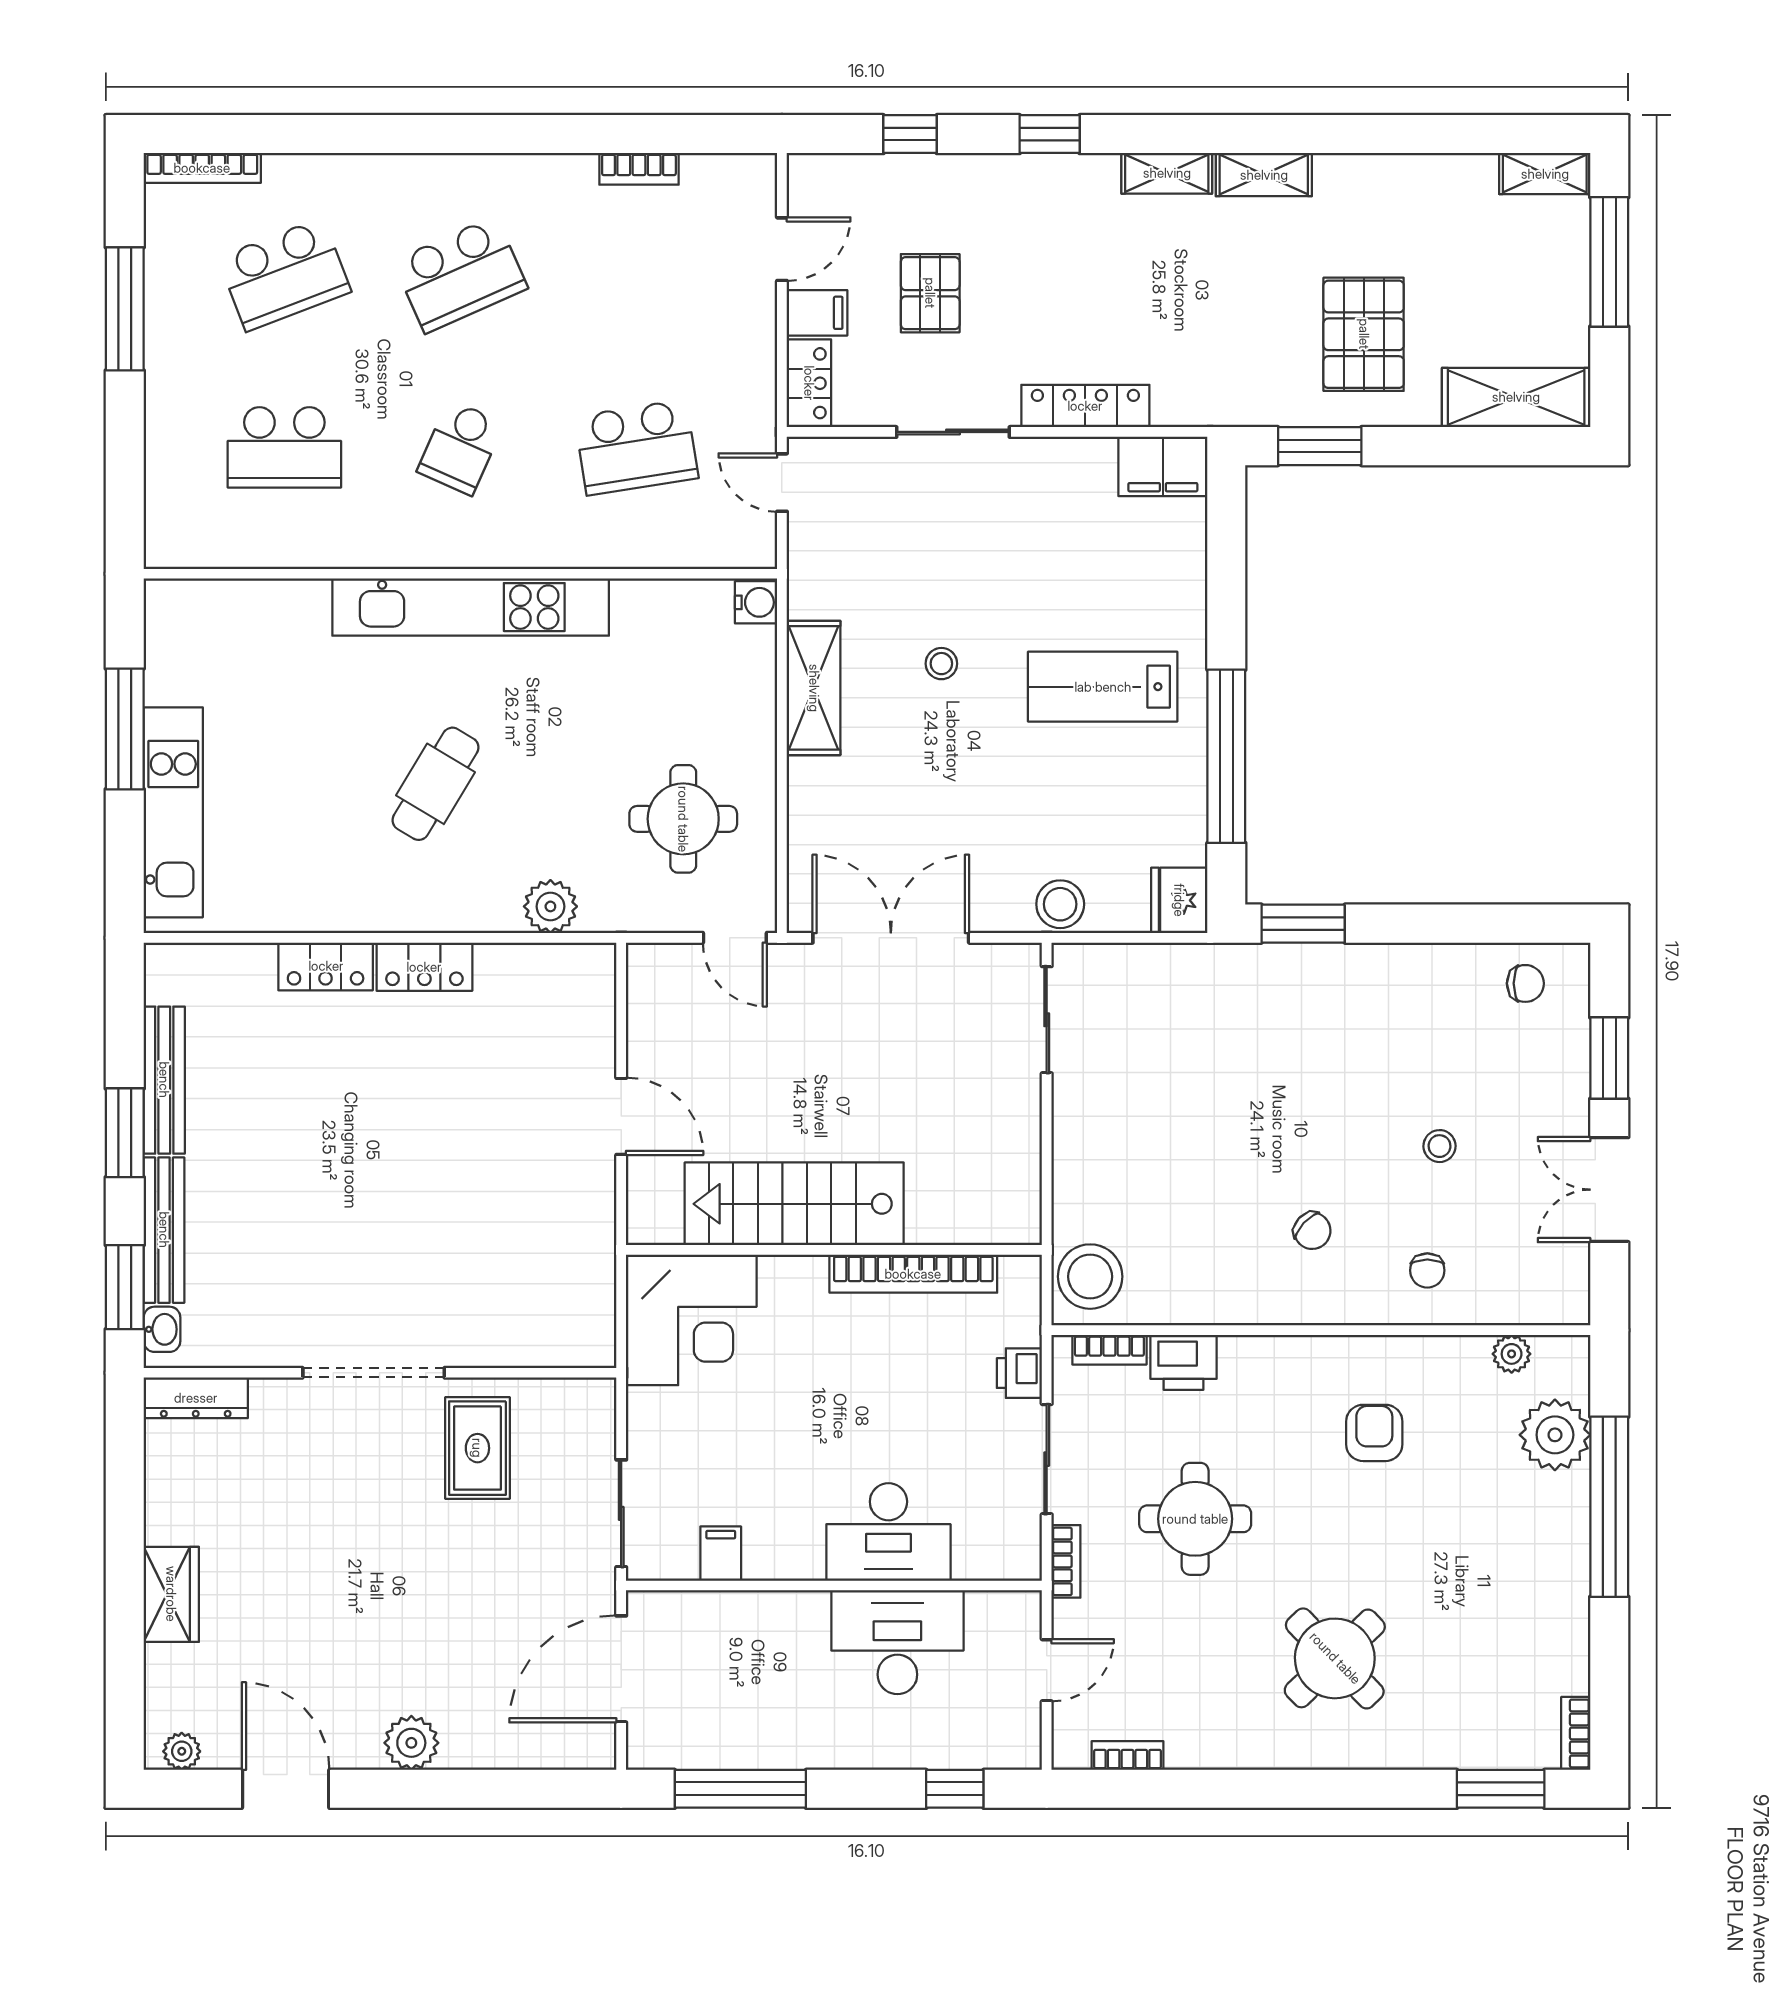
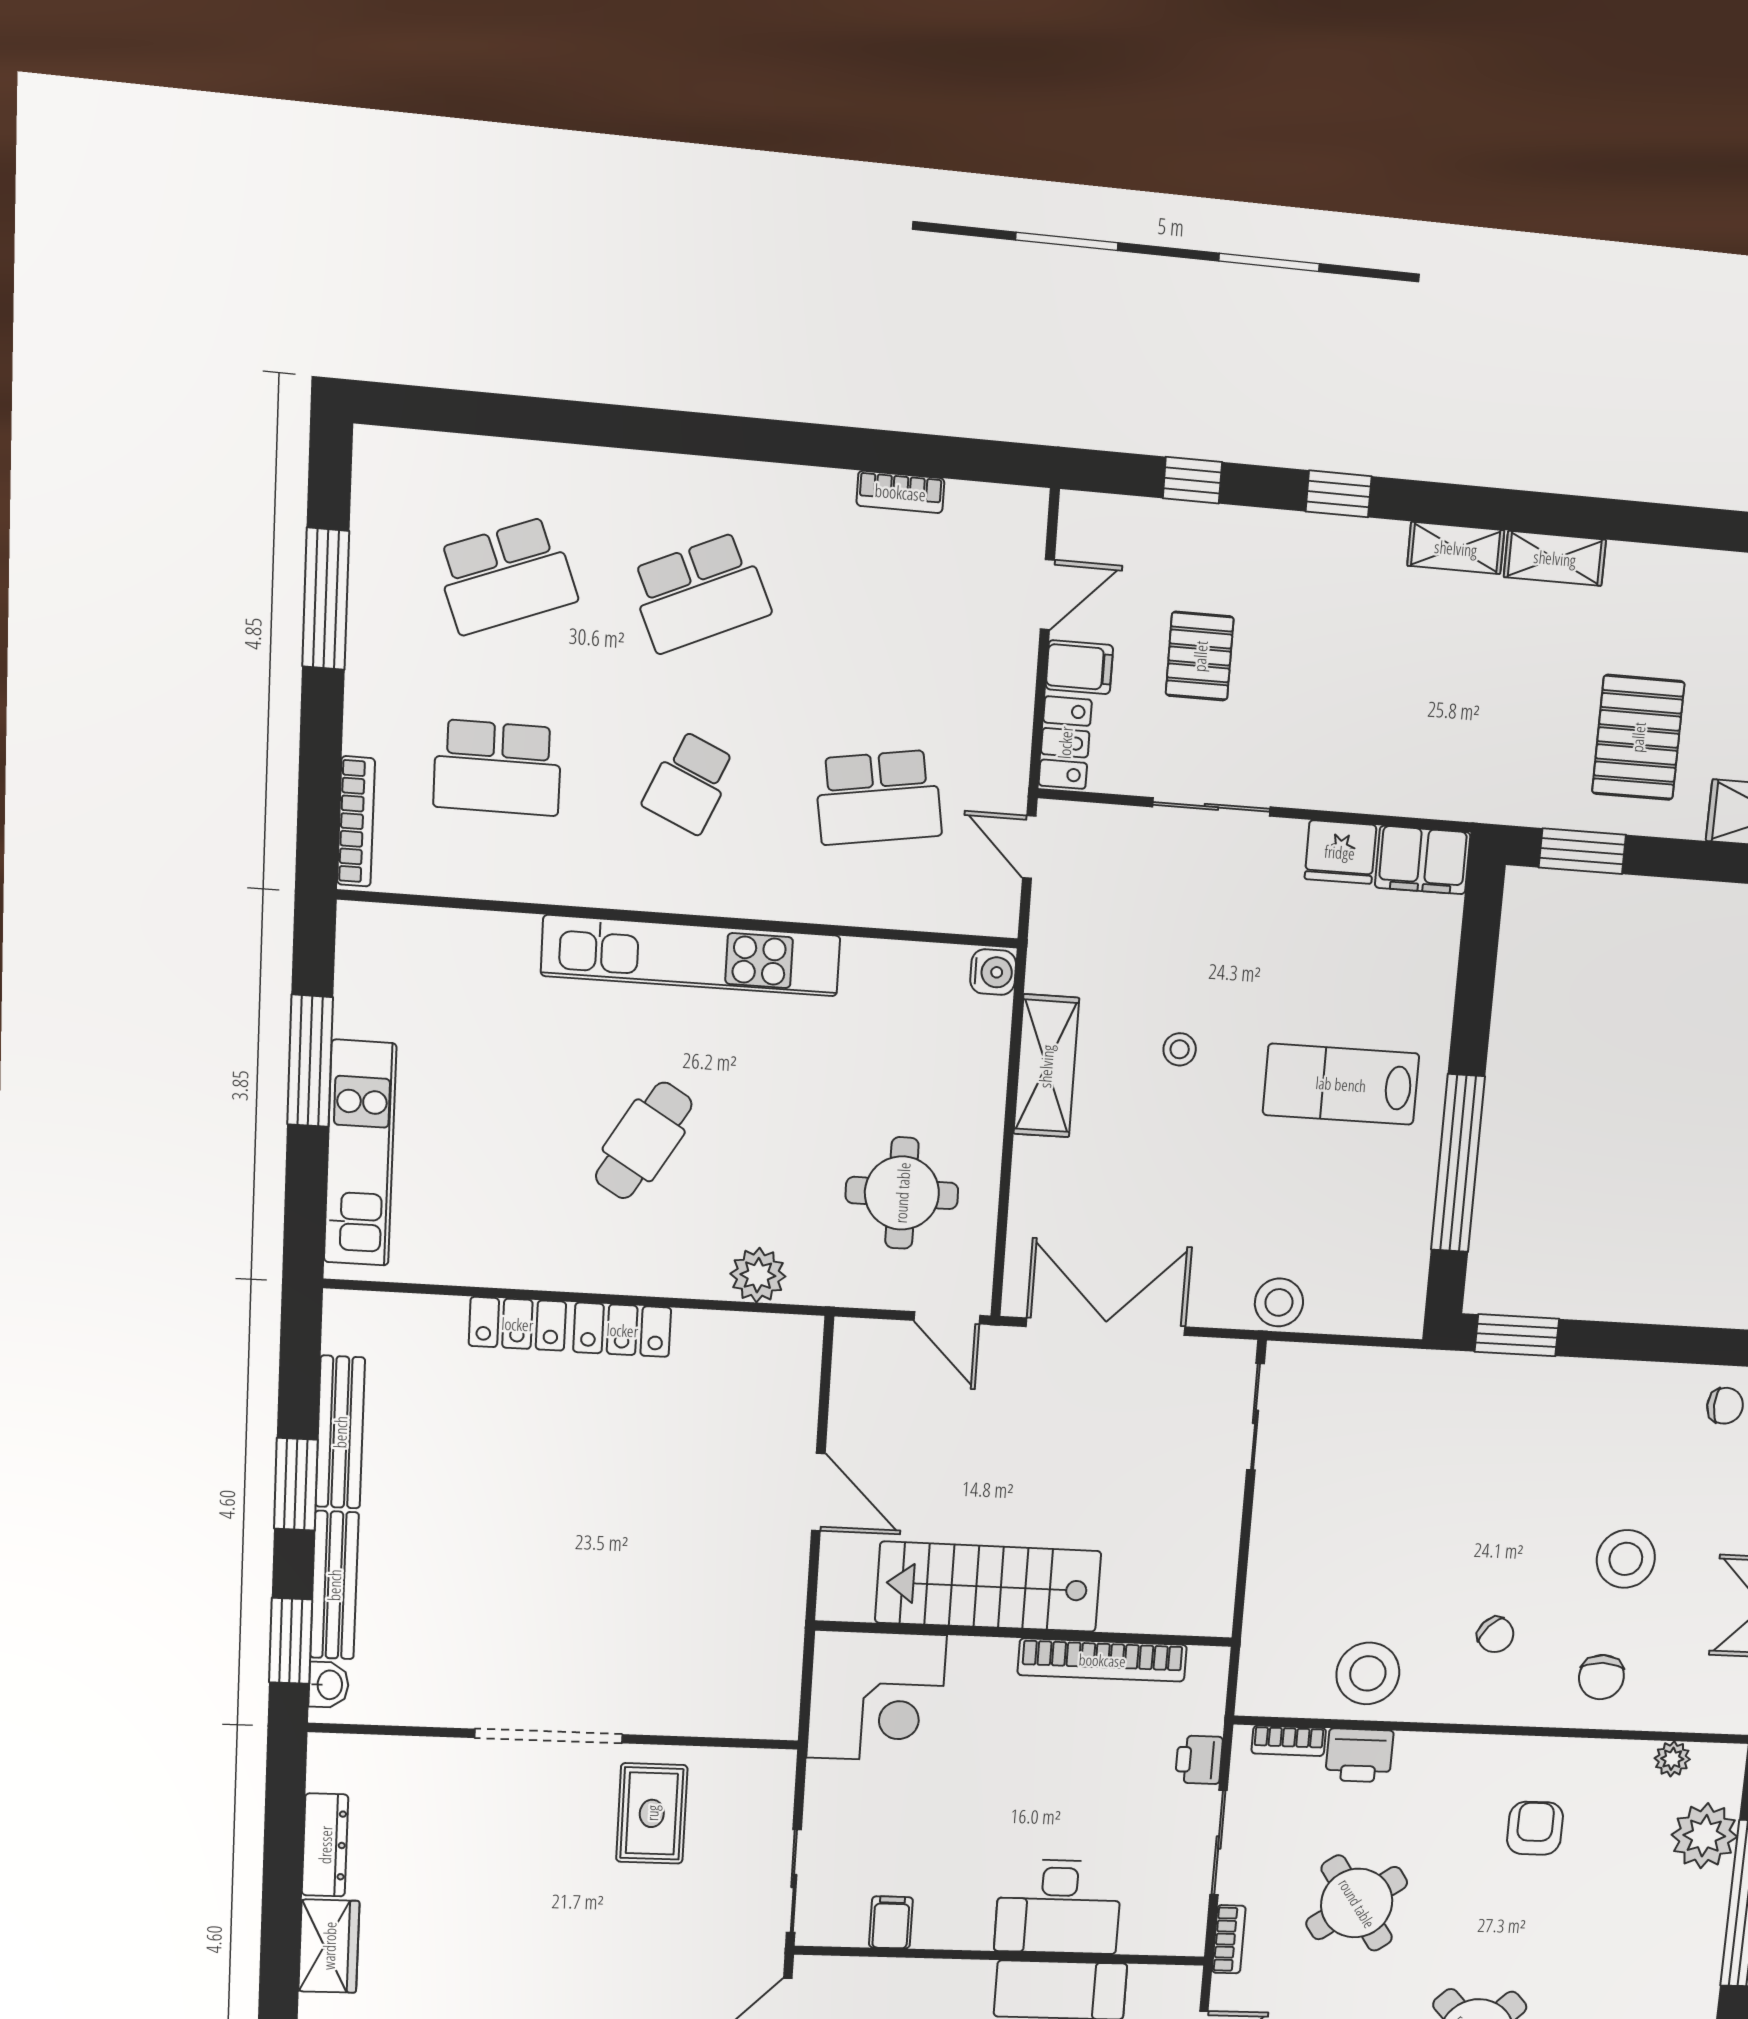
bookcase: (202, 168) -> (356, 821), moved, turned -90
locker: (1085, 406) -> (1350, 790), removed
fridge: (1179, 900) -> (1340, 852), moved, turned -90
stool: (1440, 1146) -> (1626, 1559), width x1.89, depth x1.89
chair: (1427, 1270) -> (1601, 1677), width x1.37, depth x1.37
stool: (1090, 1277) -> (1368, 1673), moved
dresser: (196, 1398) -> (325, 1845), moved, turned -90
round table: (1195, 1519) -> (1357, 1903), turned -35

